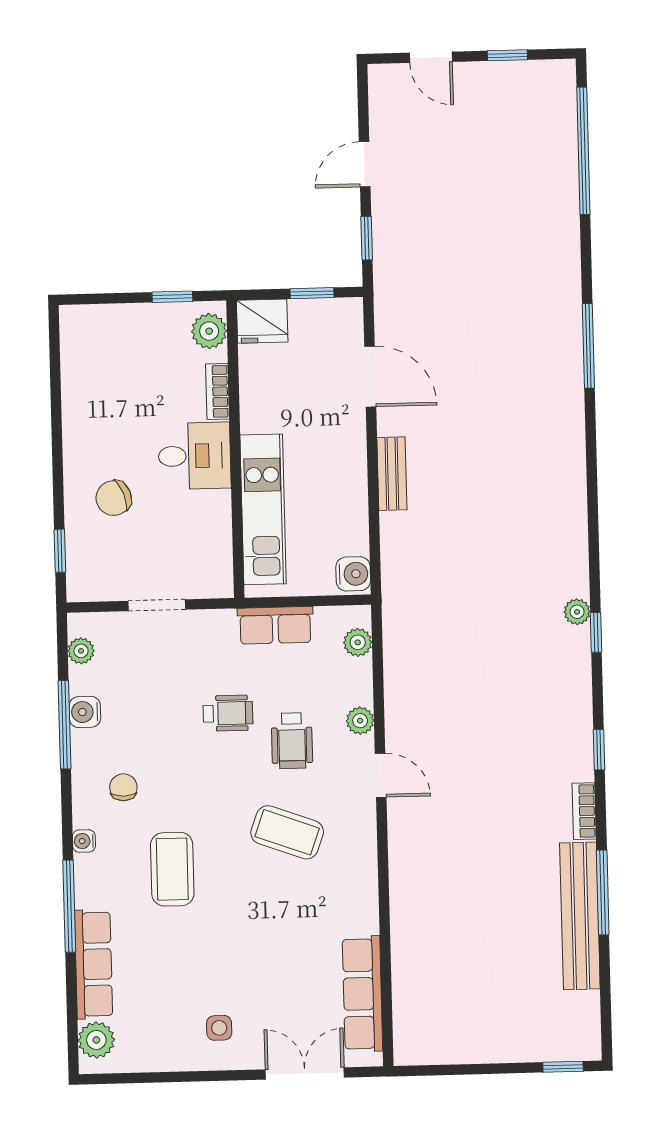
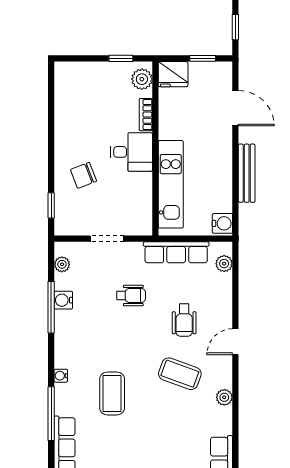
bench: (392, 474) -> (247, 173), width x1.36
row of seats: (275, 625) -> (176, 252), width x1.48
wheelchair: (228, 713) -> (131, 295), moved
plant: (360, 721) -> (224, 397), moved
door: (381, 775) -> (235, 342), swing flipped
chair: (123, 787) -> (85, 345), removed

